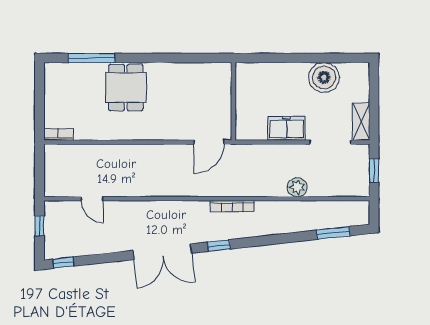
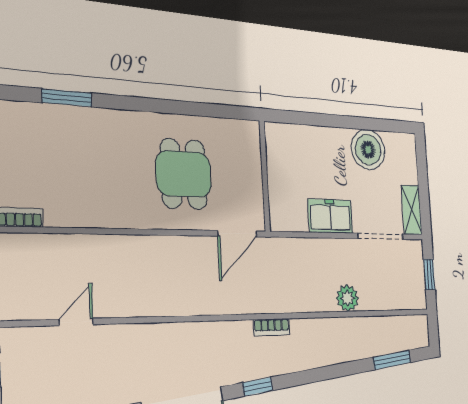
window: (91, 58) -> (67, 98), width x0.69
dining table: (126, 88) -> (184, 174), moved
door: (92, 199) -> (76, 322), swing flipped
bookcase: (232, 206) -> (272, 327), width x0.64

